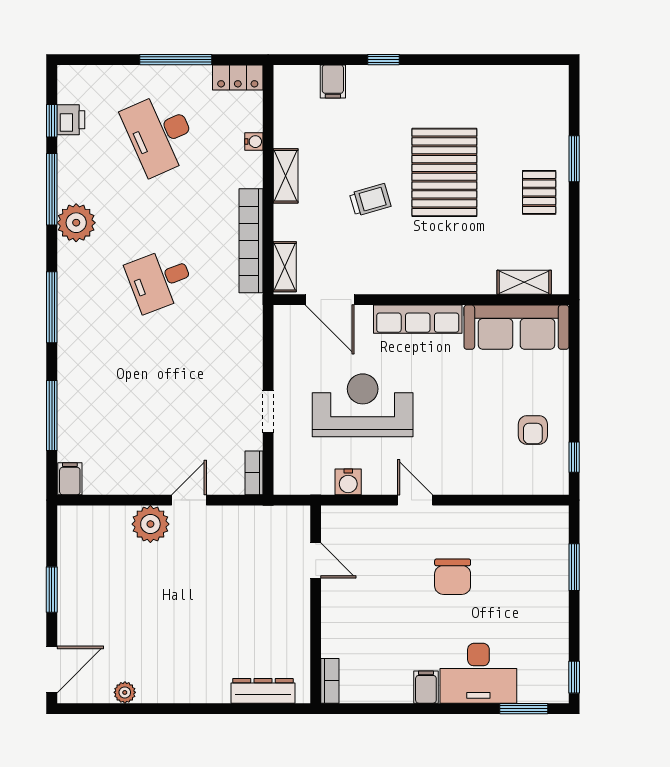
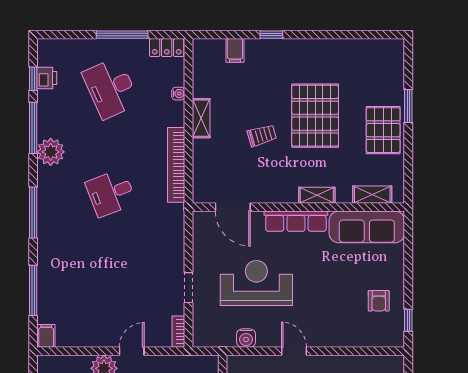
pallet: (539, 192) -> (383, 130), width x1.50, depth x1.42
shelving: (285, 267) -> (317, 195), moved, turned 90

